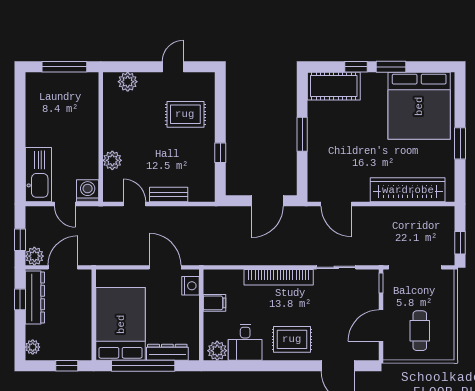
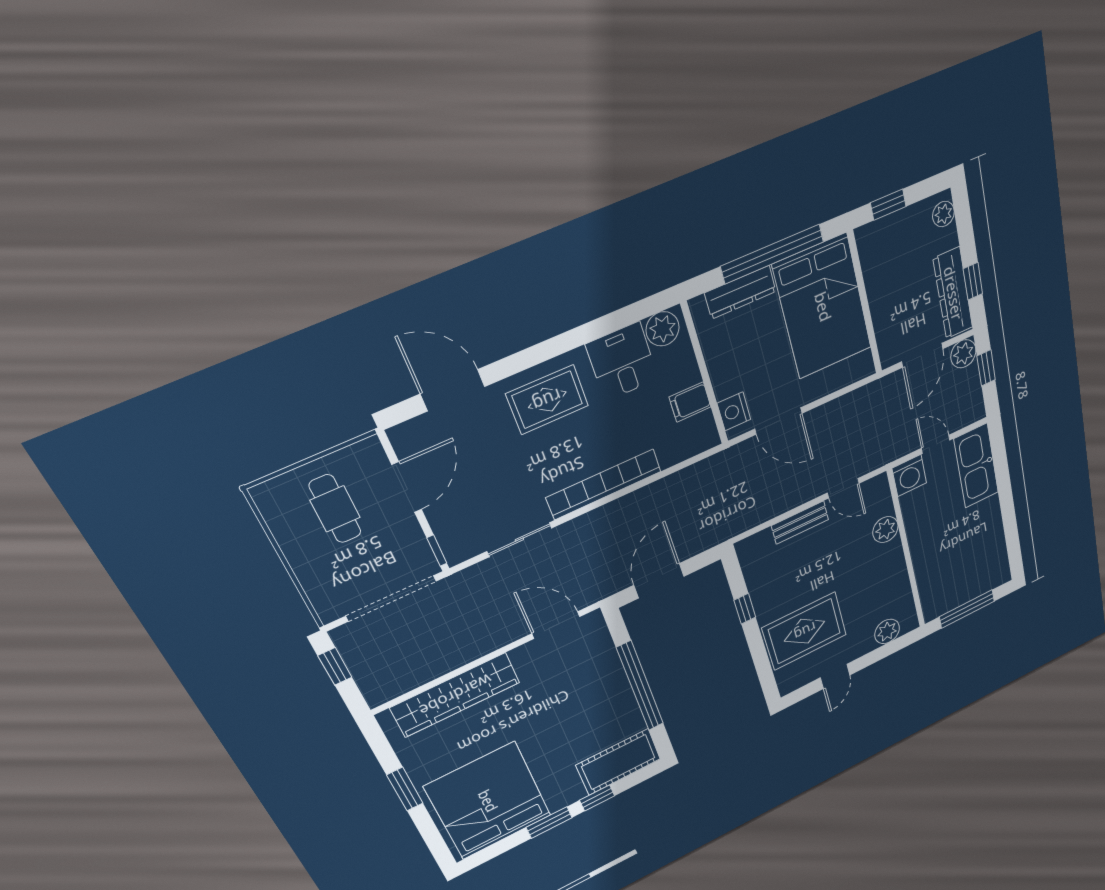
rug: (185, 114) -> (805, 631), width x1.36, depth x1.43
window: (302, 134) -> (640, 686), width x2.11

